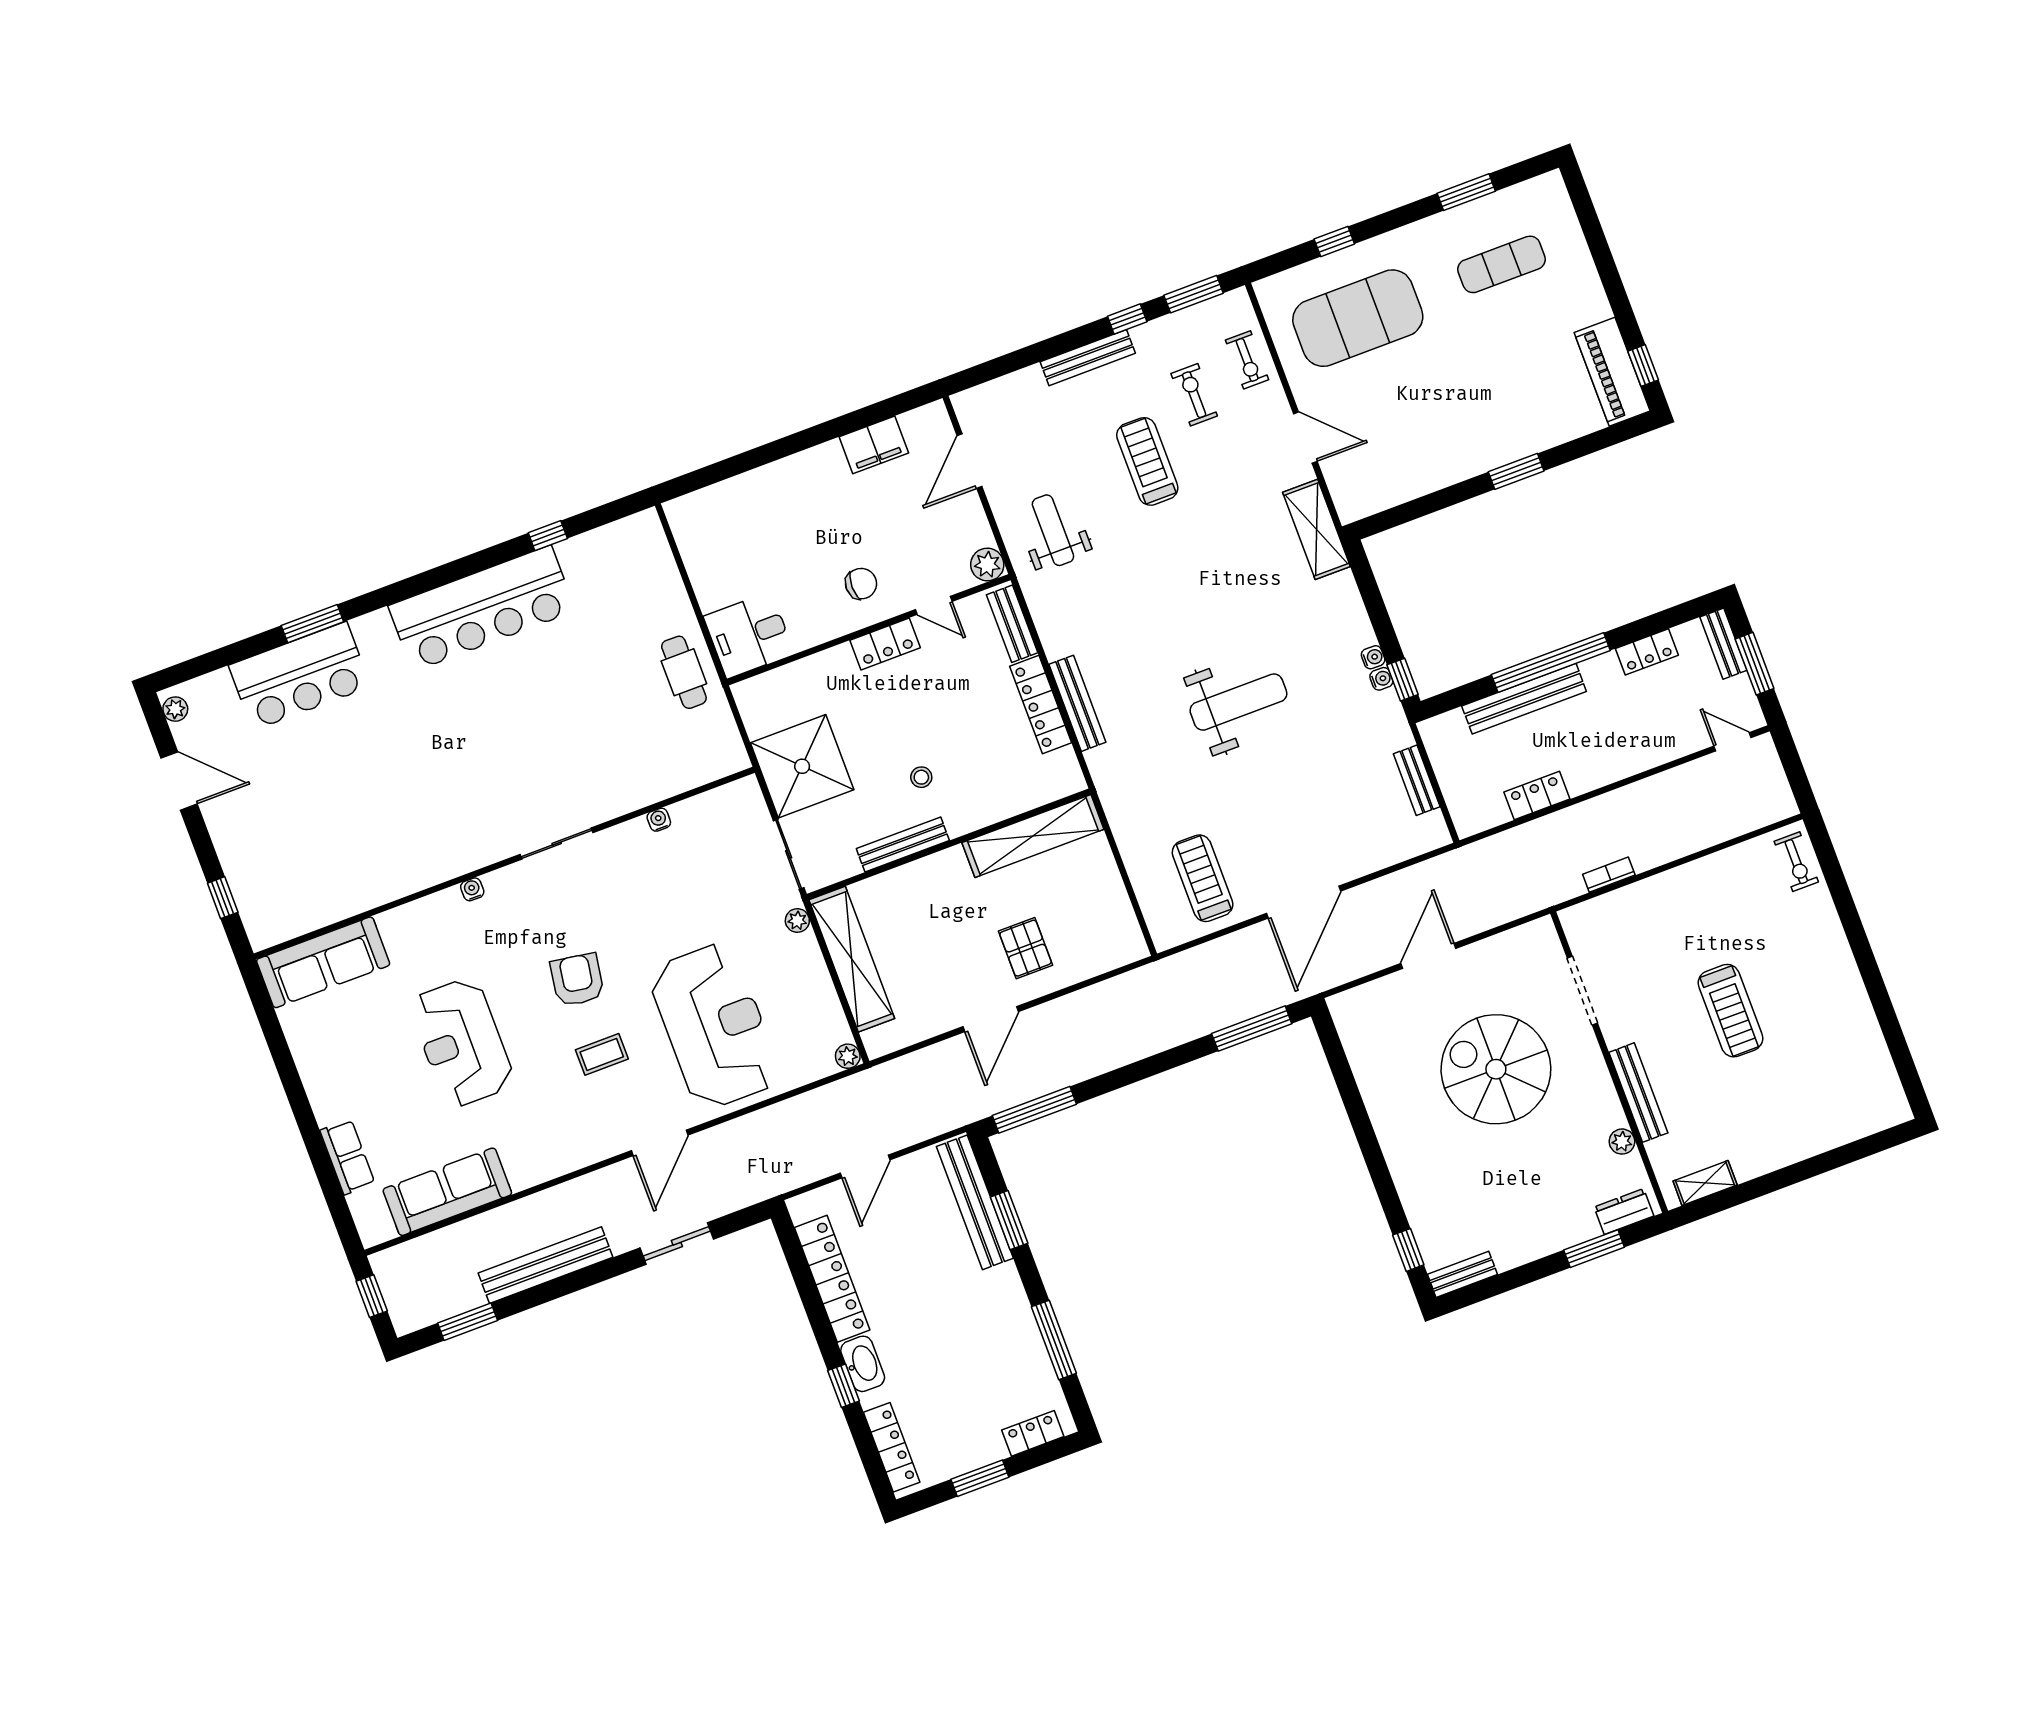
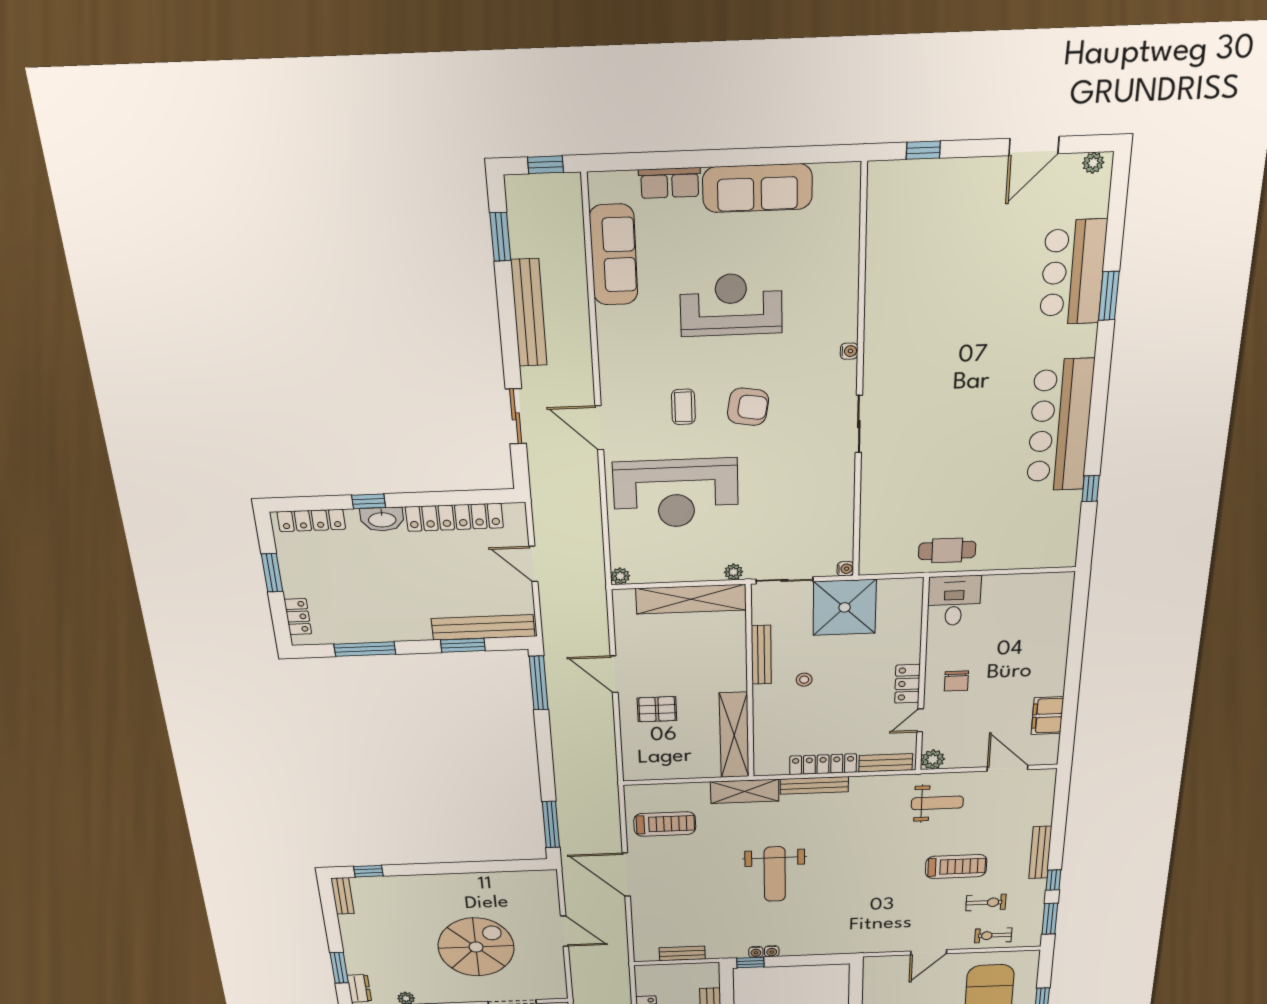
shelving: (1316, 529) -> (745, 791), moved
water cooler: (659, 820) -> (845, 569), moved
sofa: (323, 962) -> (757, 188), moved, turned -90

